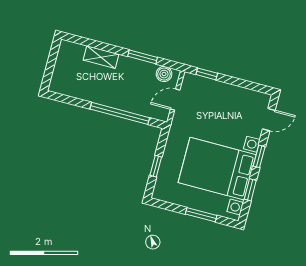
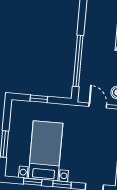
bed with nightstands: (217, 169) -> (46, 151), width x0.73

